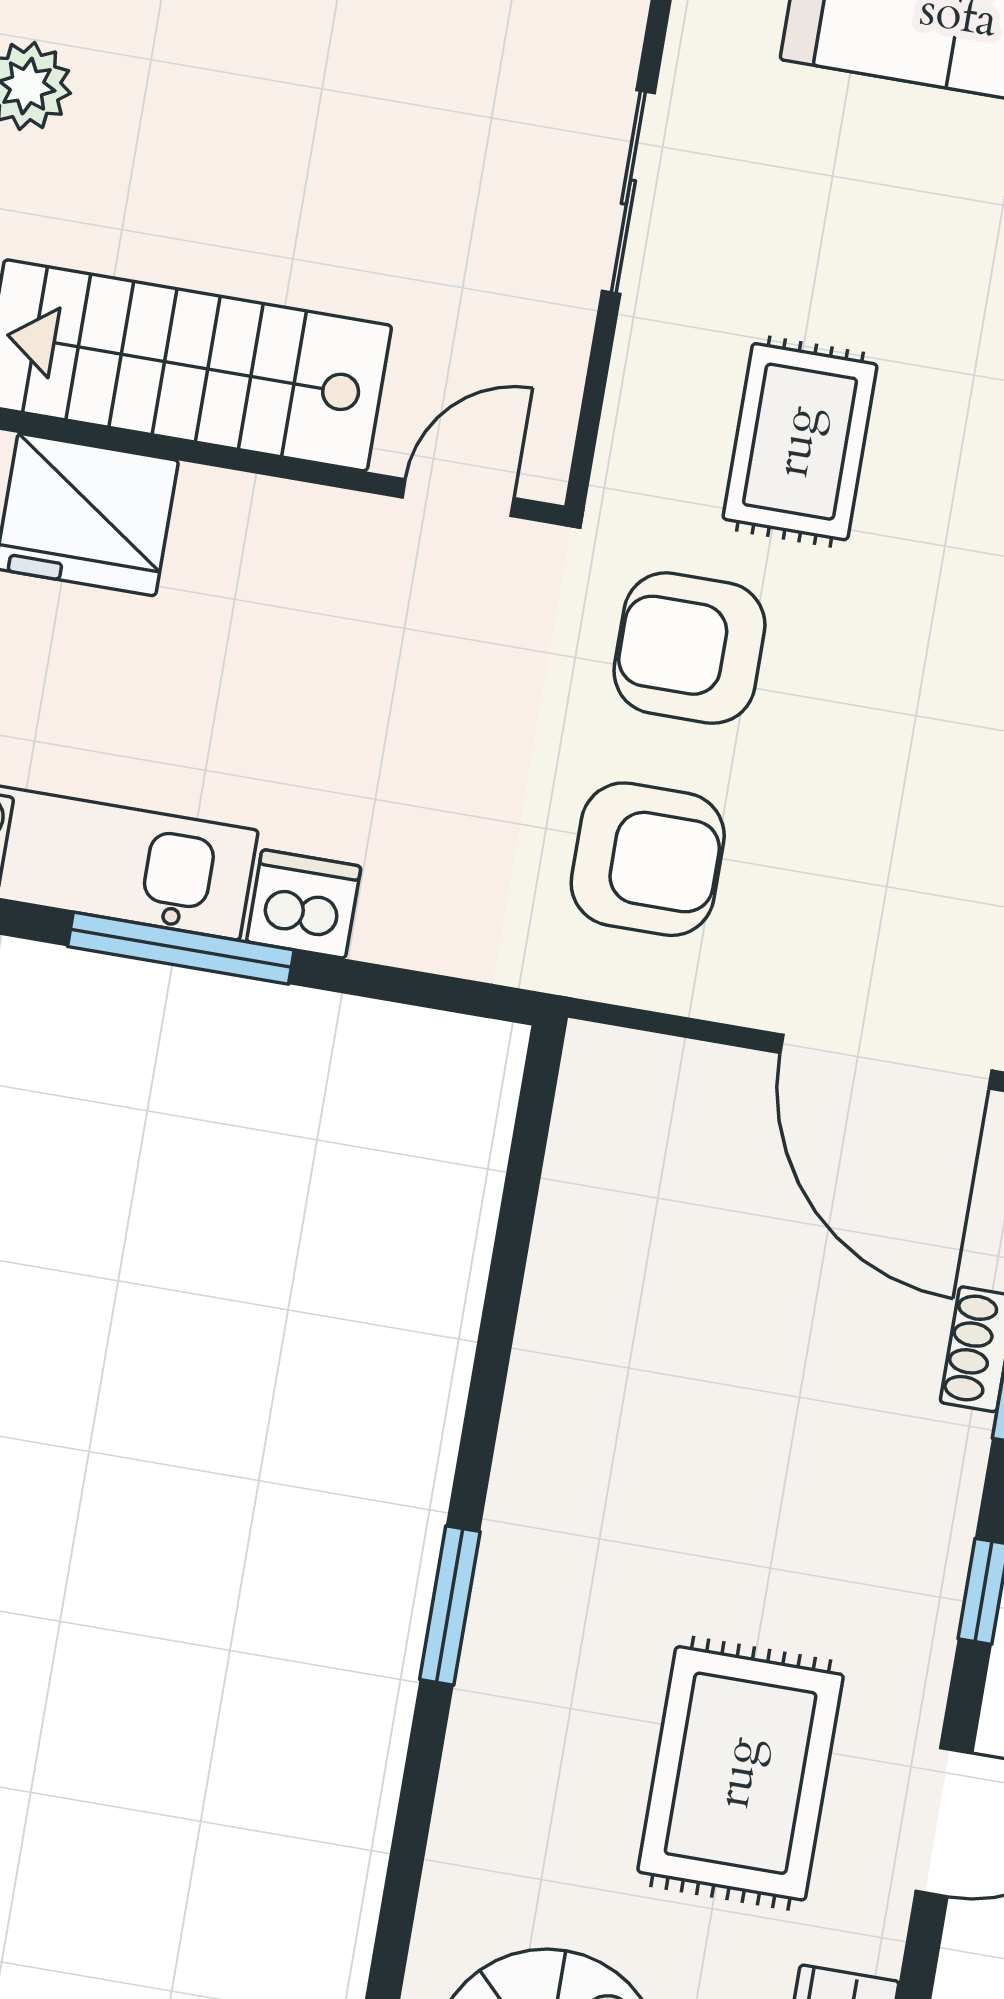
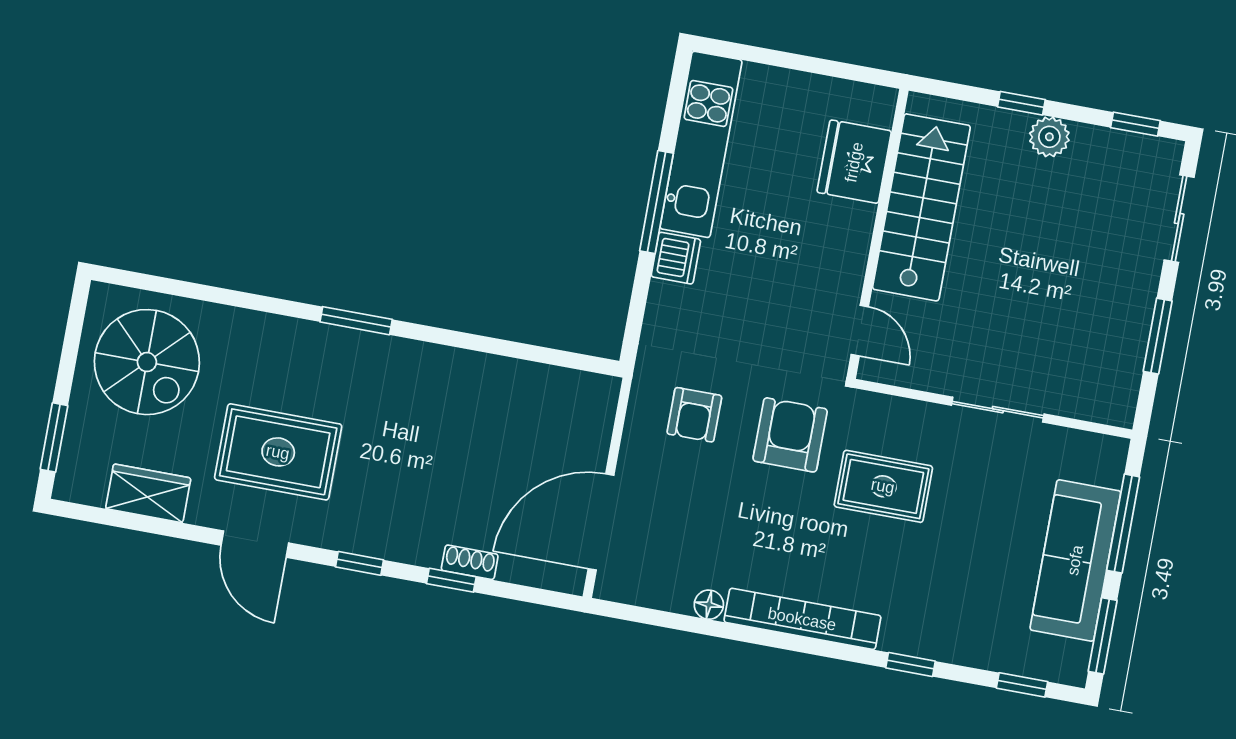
armchair: (648, 859) -> (694, 415), width x0.72, depth x0.72

